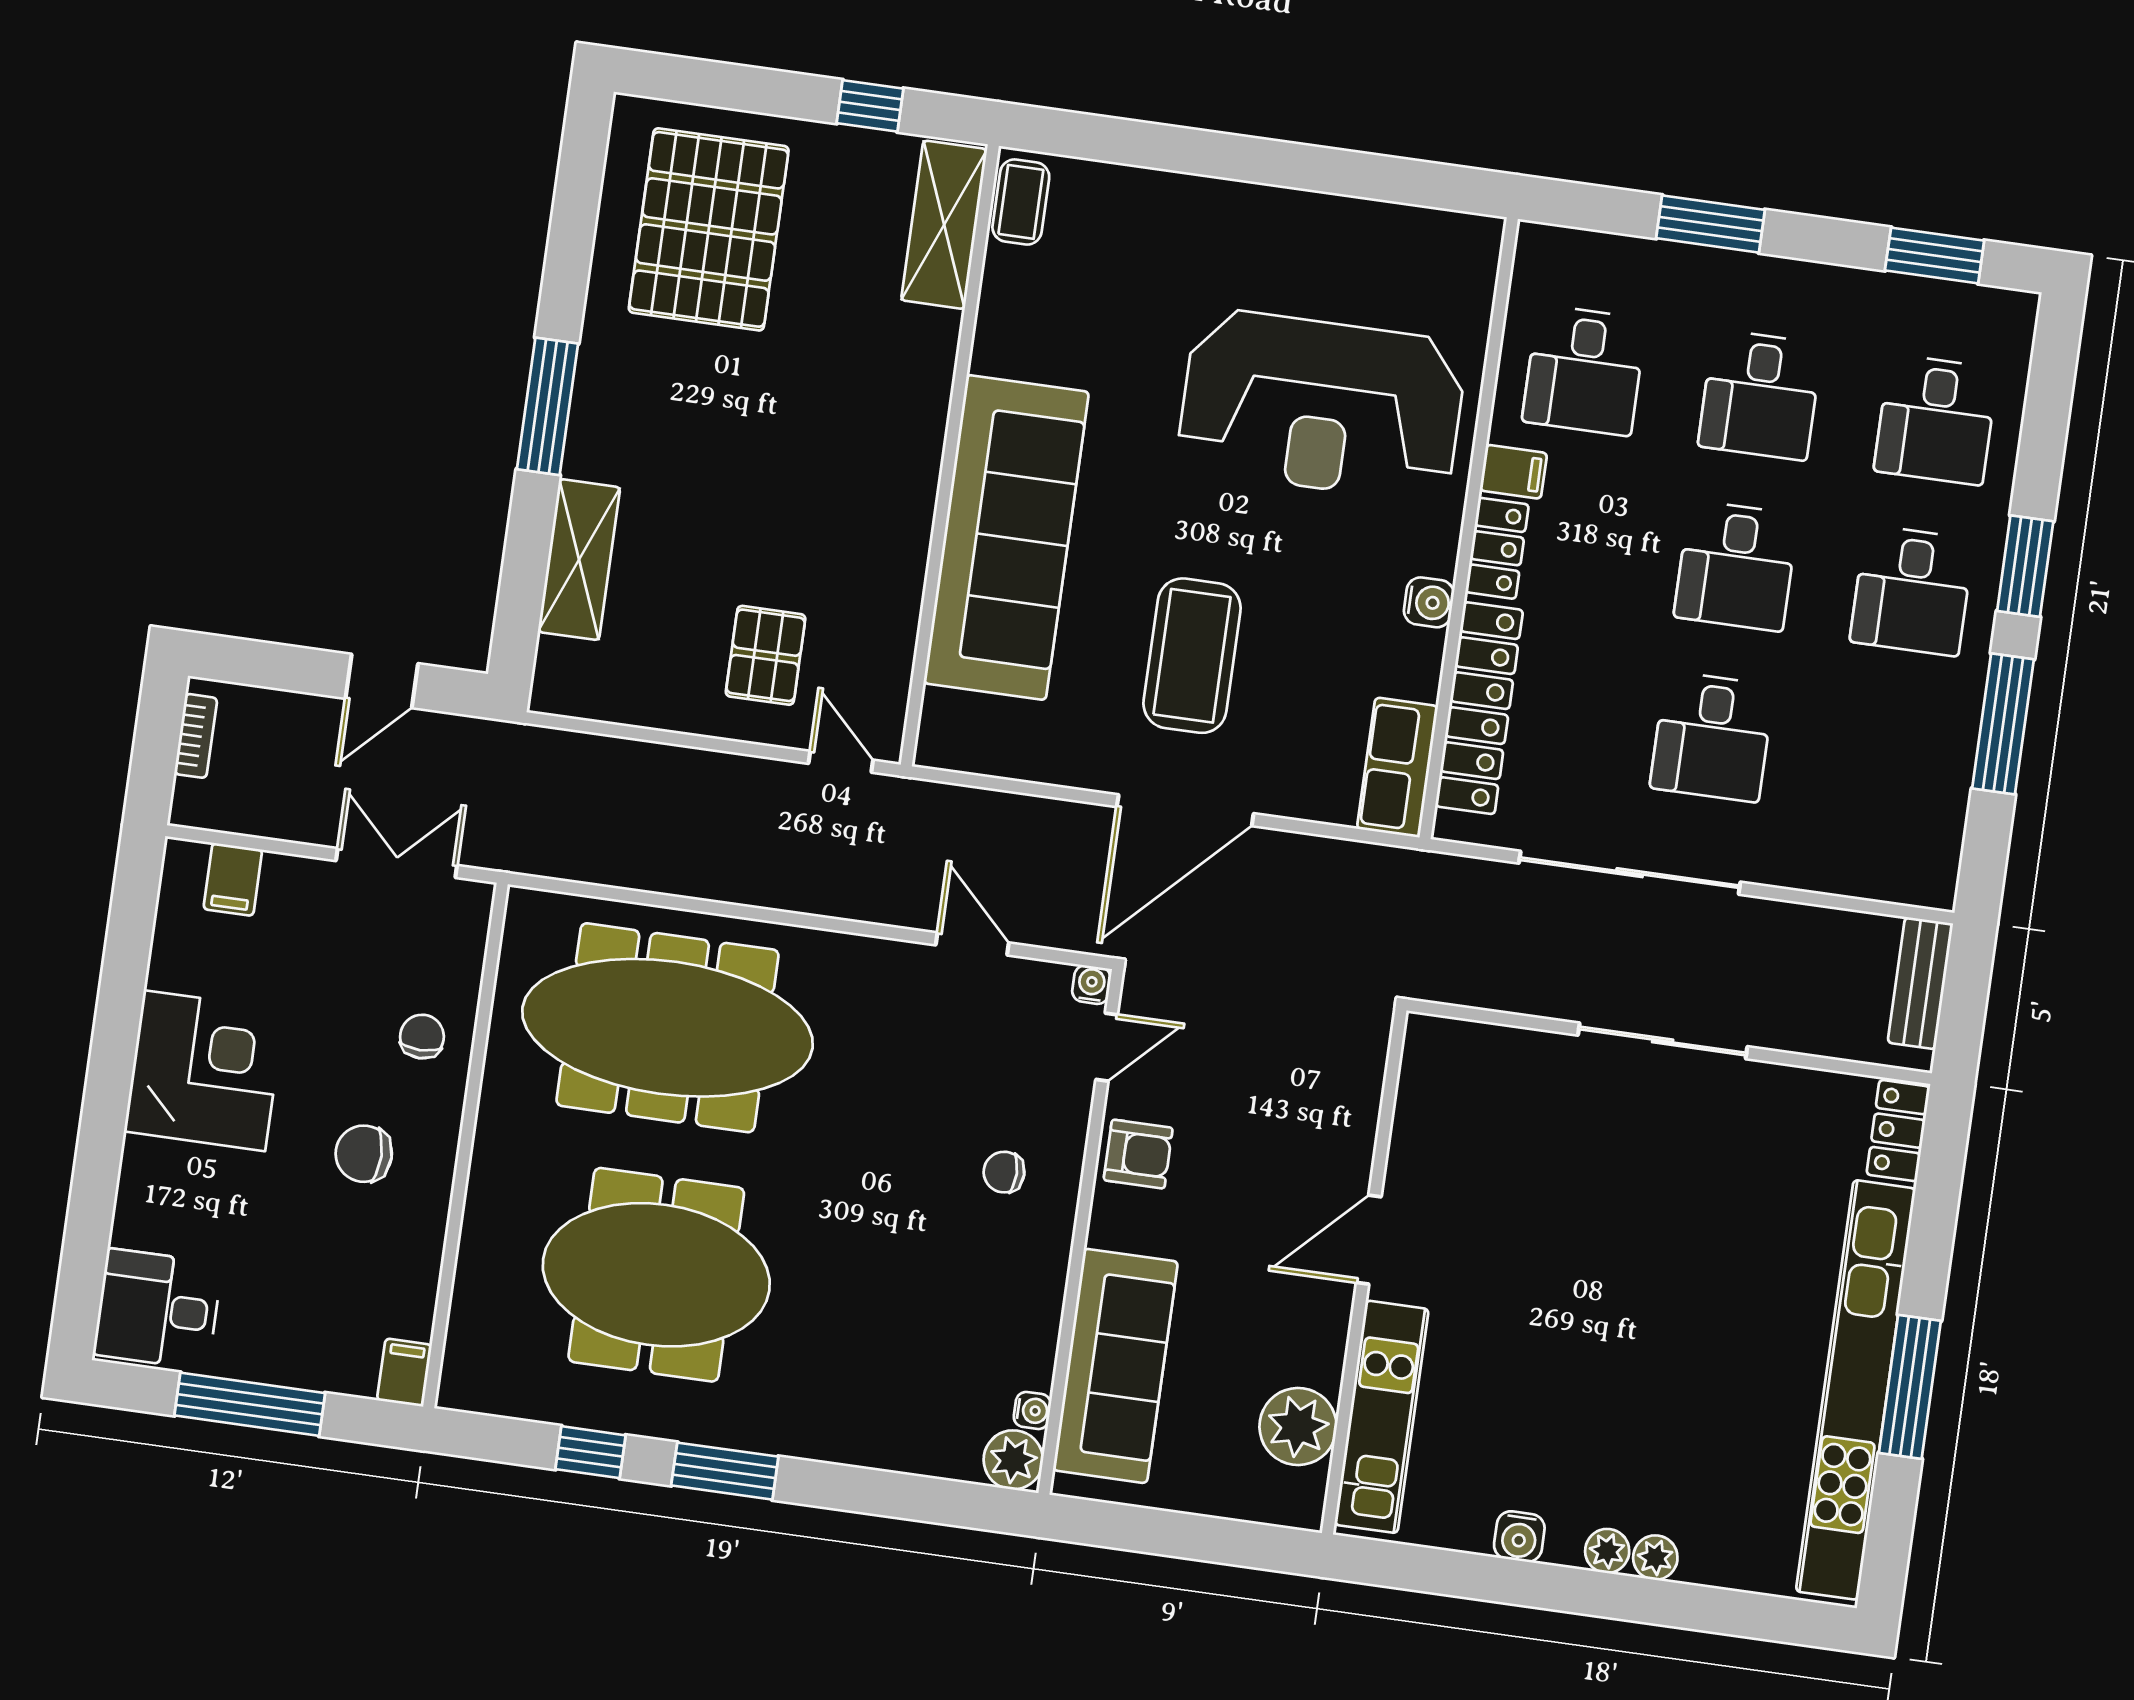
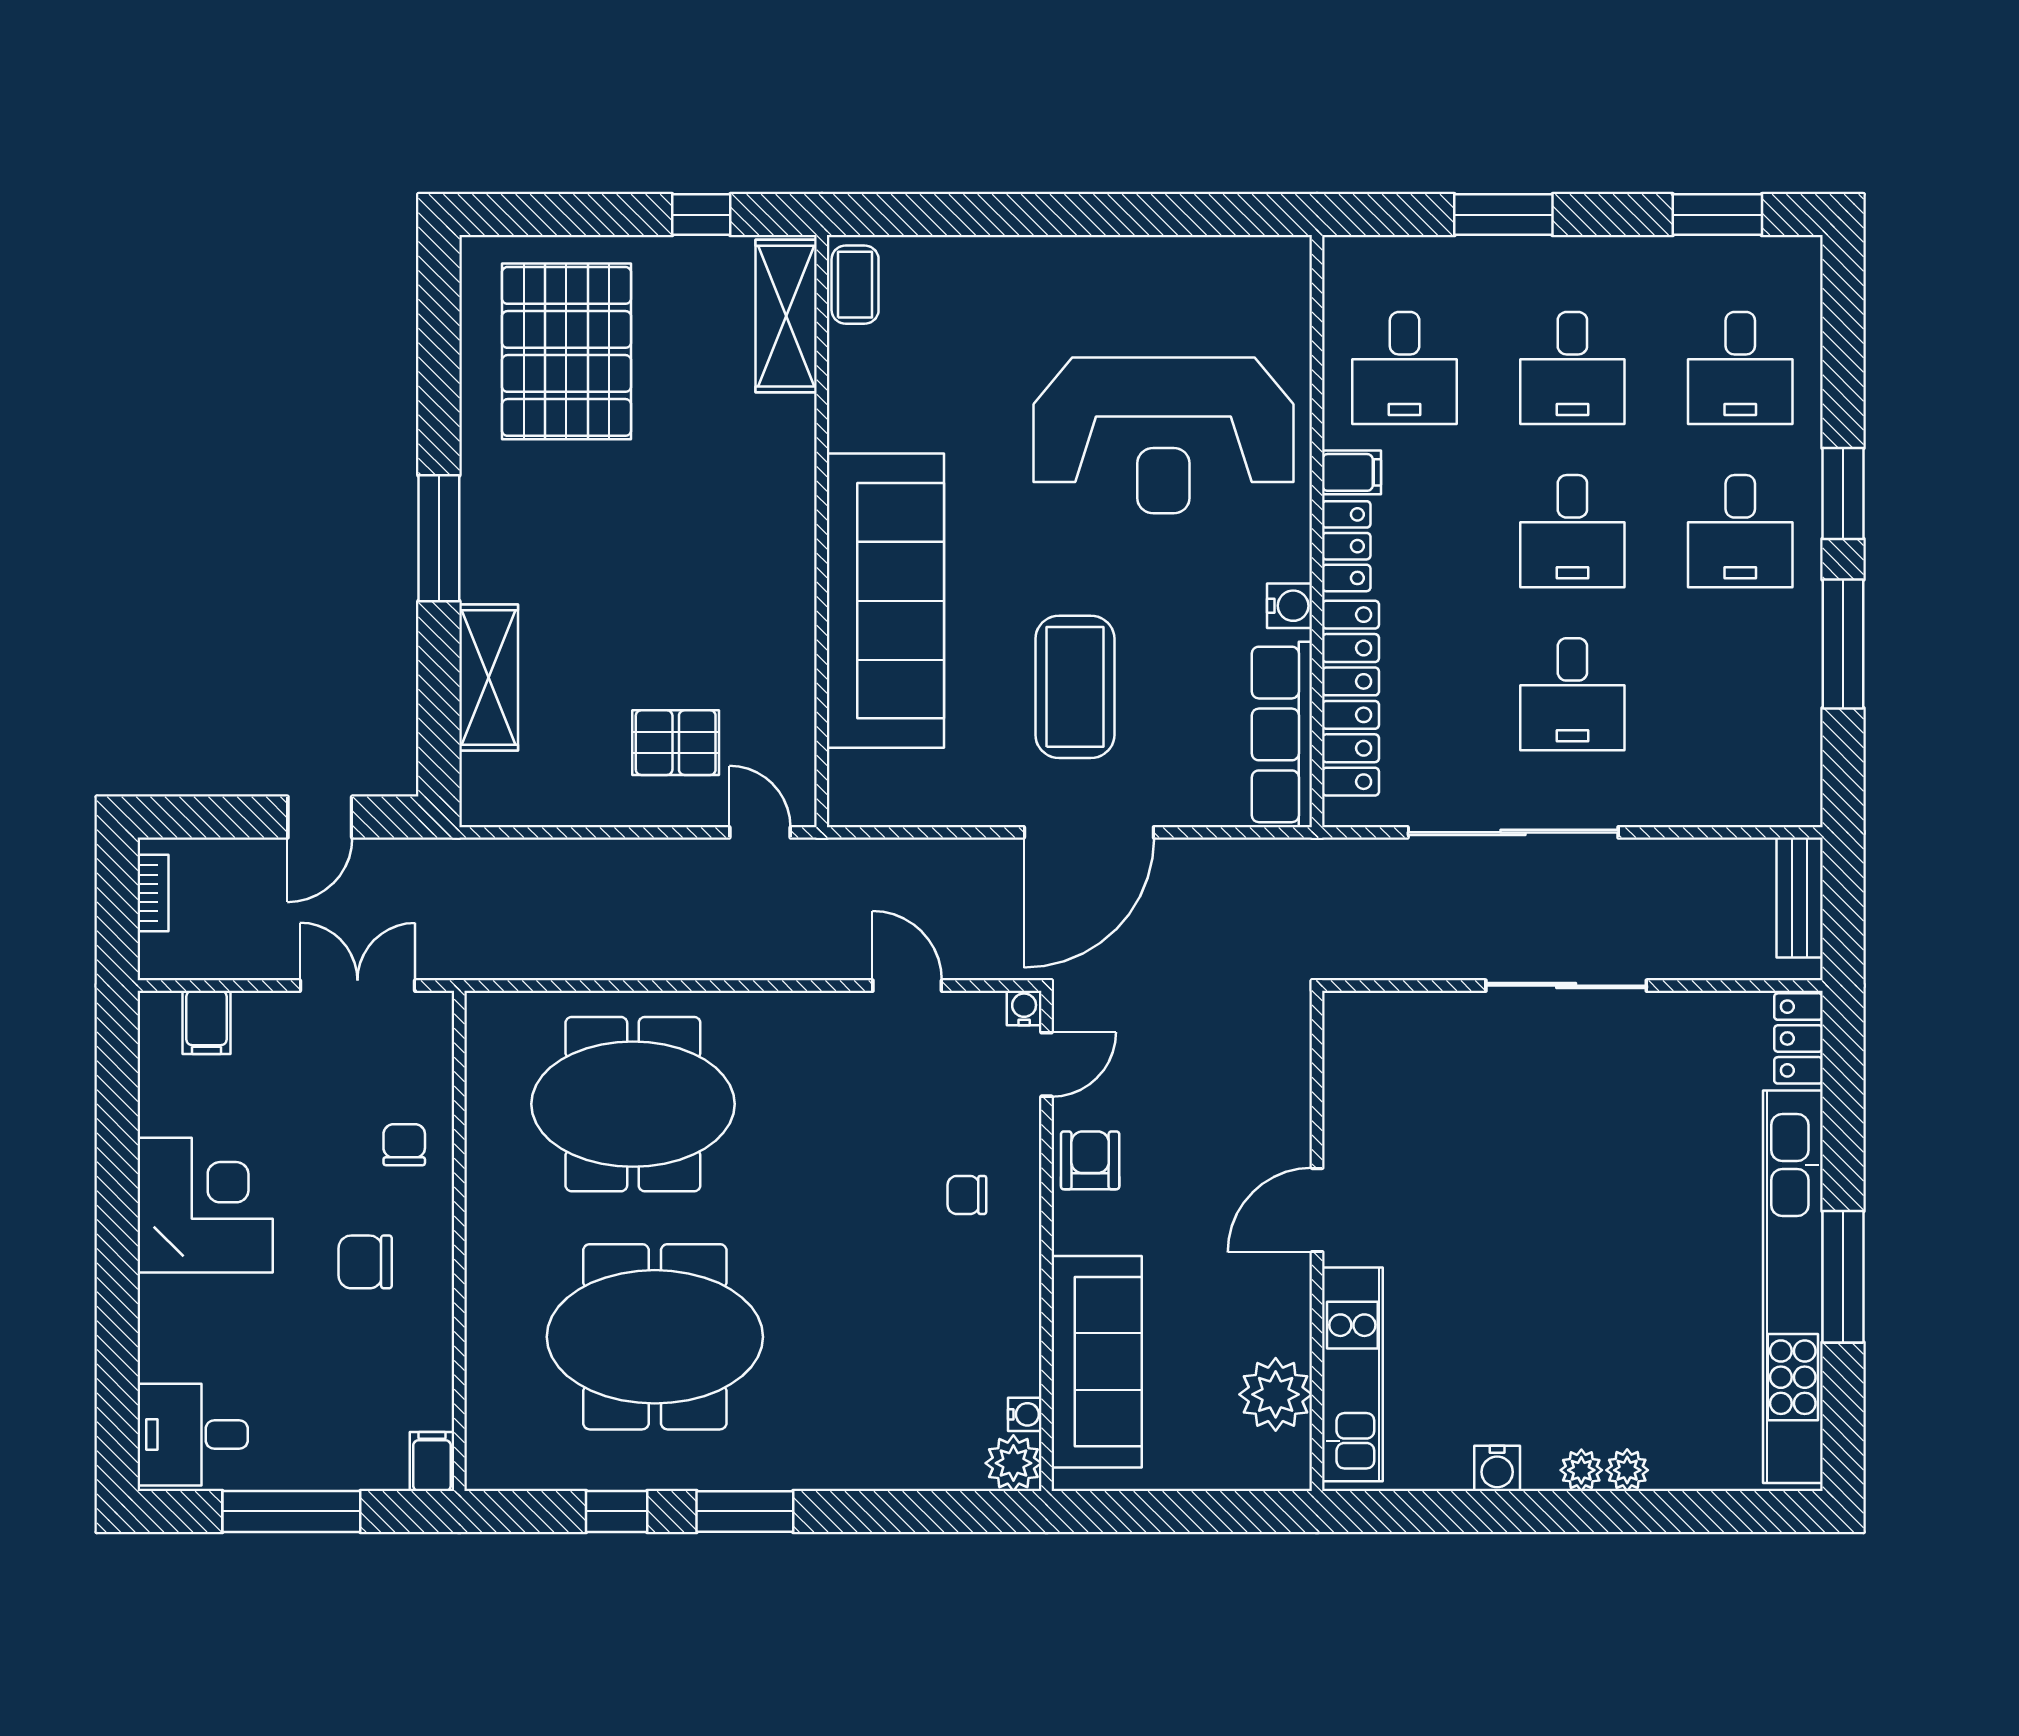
pallet: (766, 655) -> (676, 743), turned 90
row of seats: (1397, 768) -> (1282, 734), width x1.48
meeting table: (668, 1028) -> (633, 1104), width x0.73
armchair: (1138, 1154) -> (1090, 1160), turned -90

